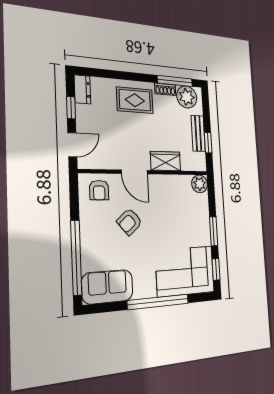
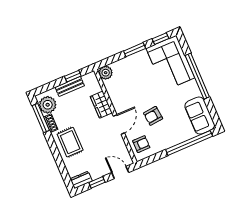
armchair: (130, 222) -> (153, 116), turned 125

